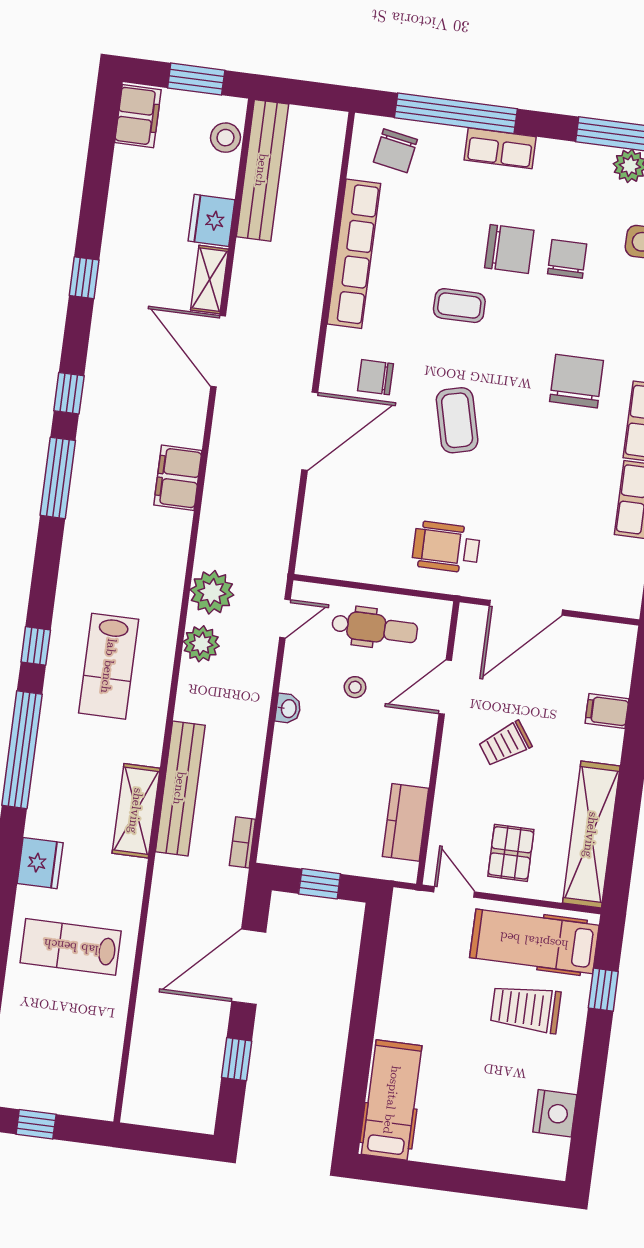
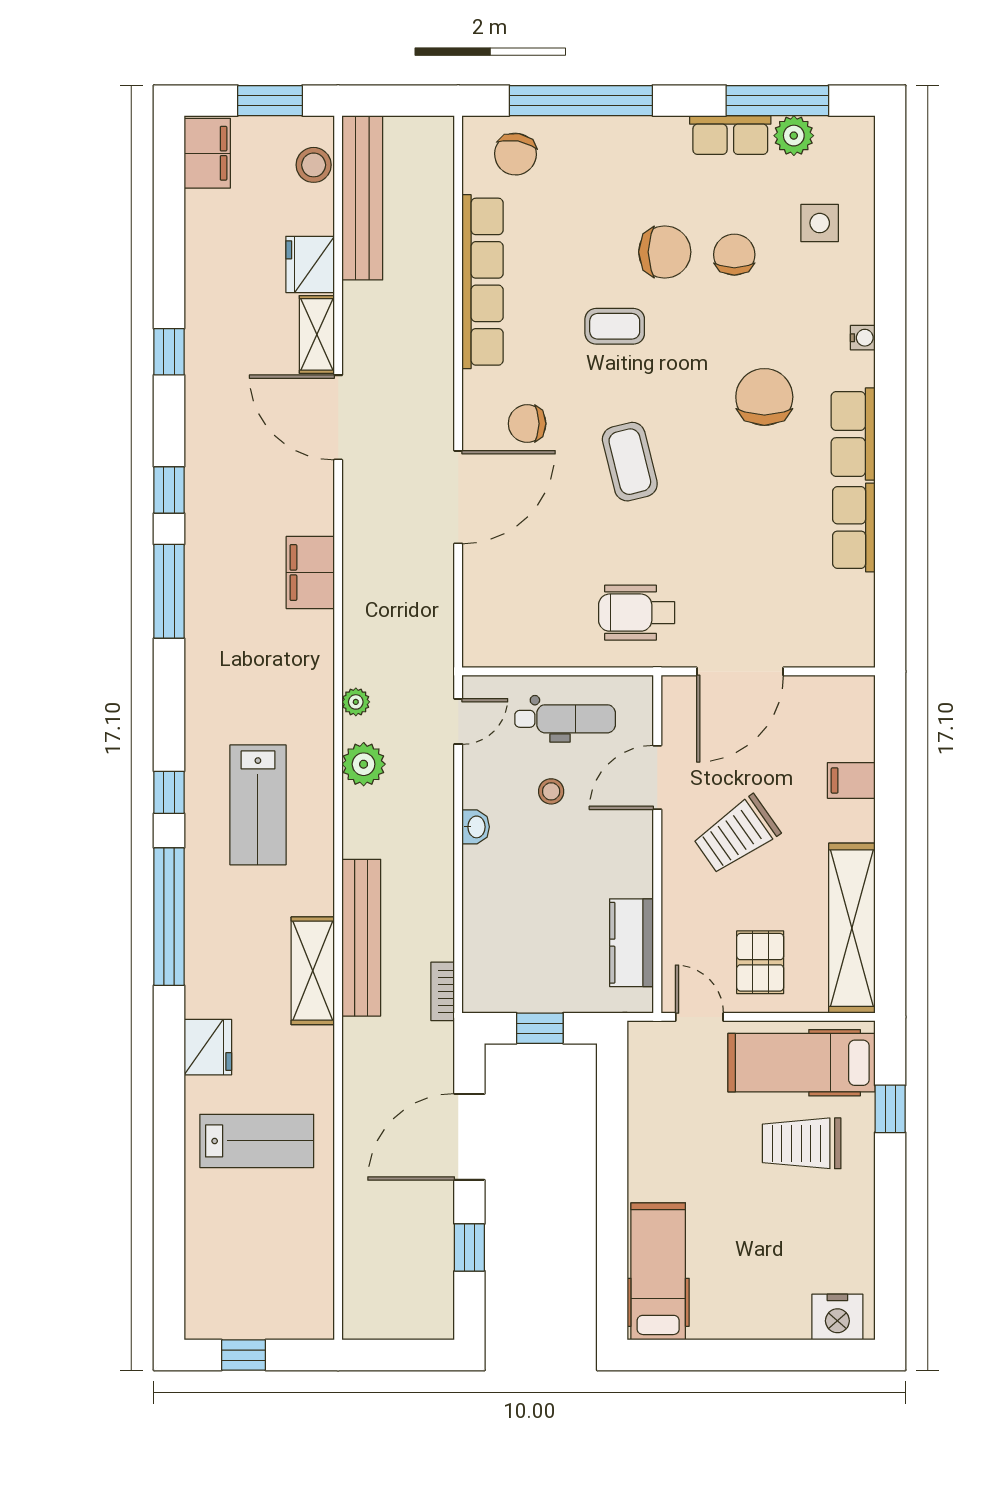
row of seats: (500, 148) -> (730, 135), moved
plant: (212, 592) -> (356, 702), width x0.53, depth x0.53
trolley: (505, 744) -> (736, 835), width x1.36, depth x1.39
lab bench: (71, 947) -> (257, 1141), turned 180
nightstand: (555, 1113) -> (837, 1317), moved, turned 90

